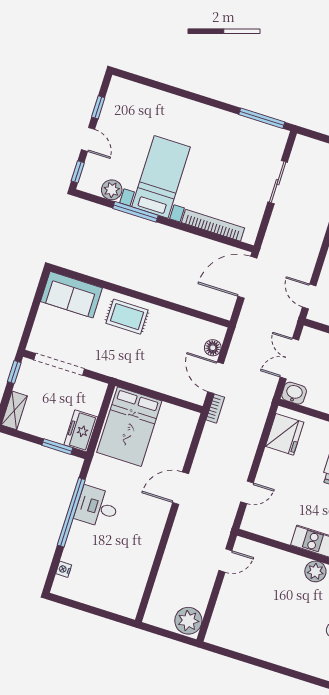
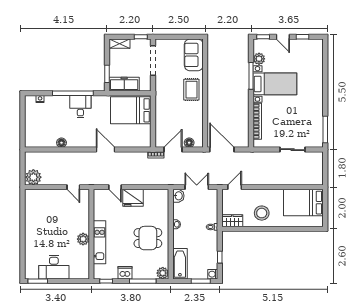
door: (88, 139) -> (283, 37), hinge flipped
door: (247, 277) -> (222, 150), moved
freezer: (81, 431) -> (124, 84), width x1.40
fridge: (285, 434) -> (133, 198), moved
floor lamp: (146, 557) -> (61, 143), added

